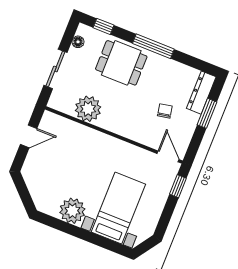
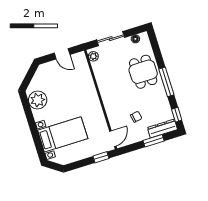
window: (103, 26) -> (177, 115), moved
plant: (88, 109) -> (93, 56), moved, width x0.53, depth x0.53
plant: (72, 211) -> (38, 100), moved

